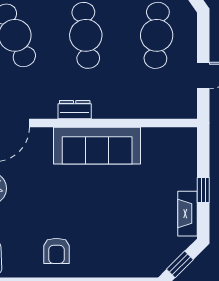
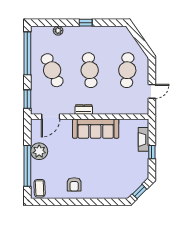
fireplace: (187, 214) -> (144, 139), moved

